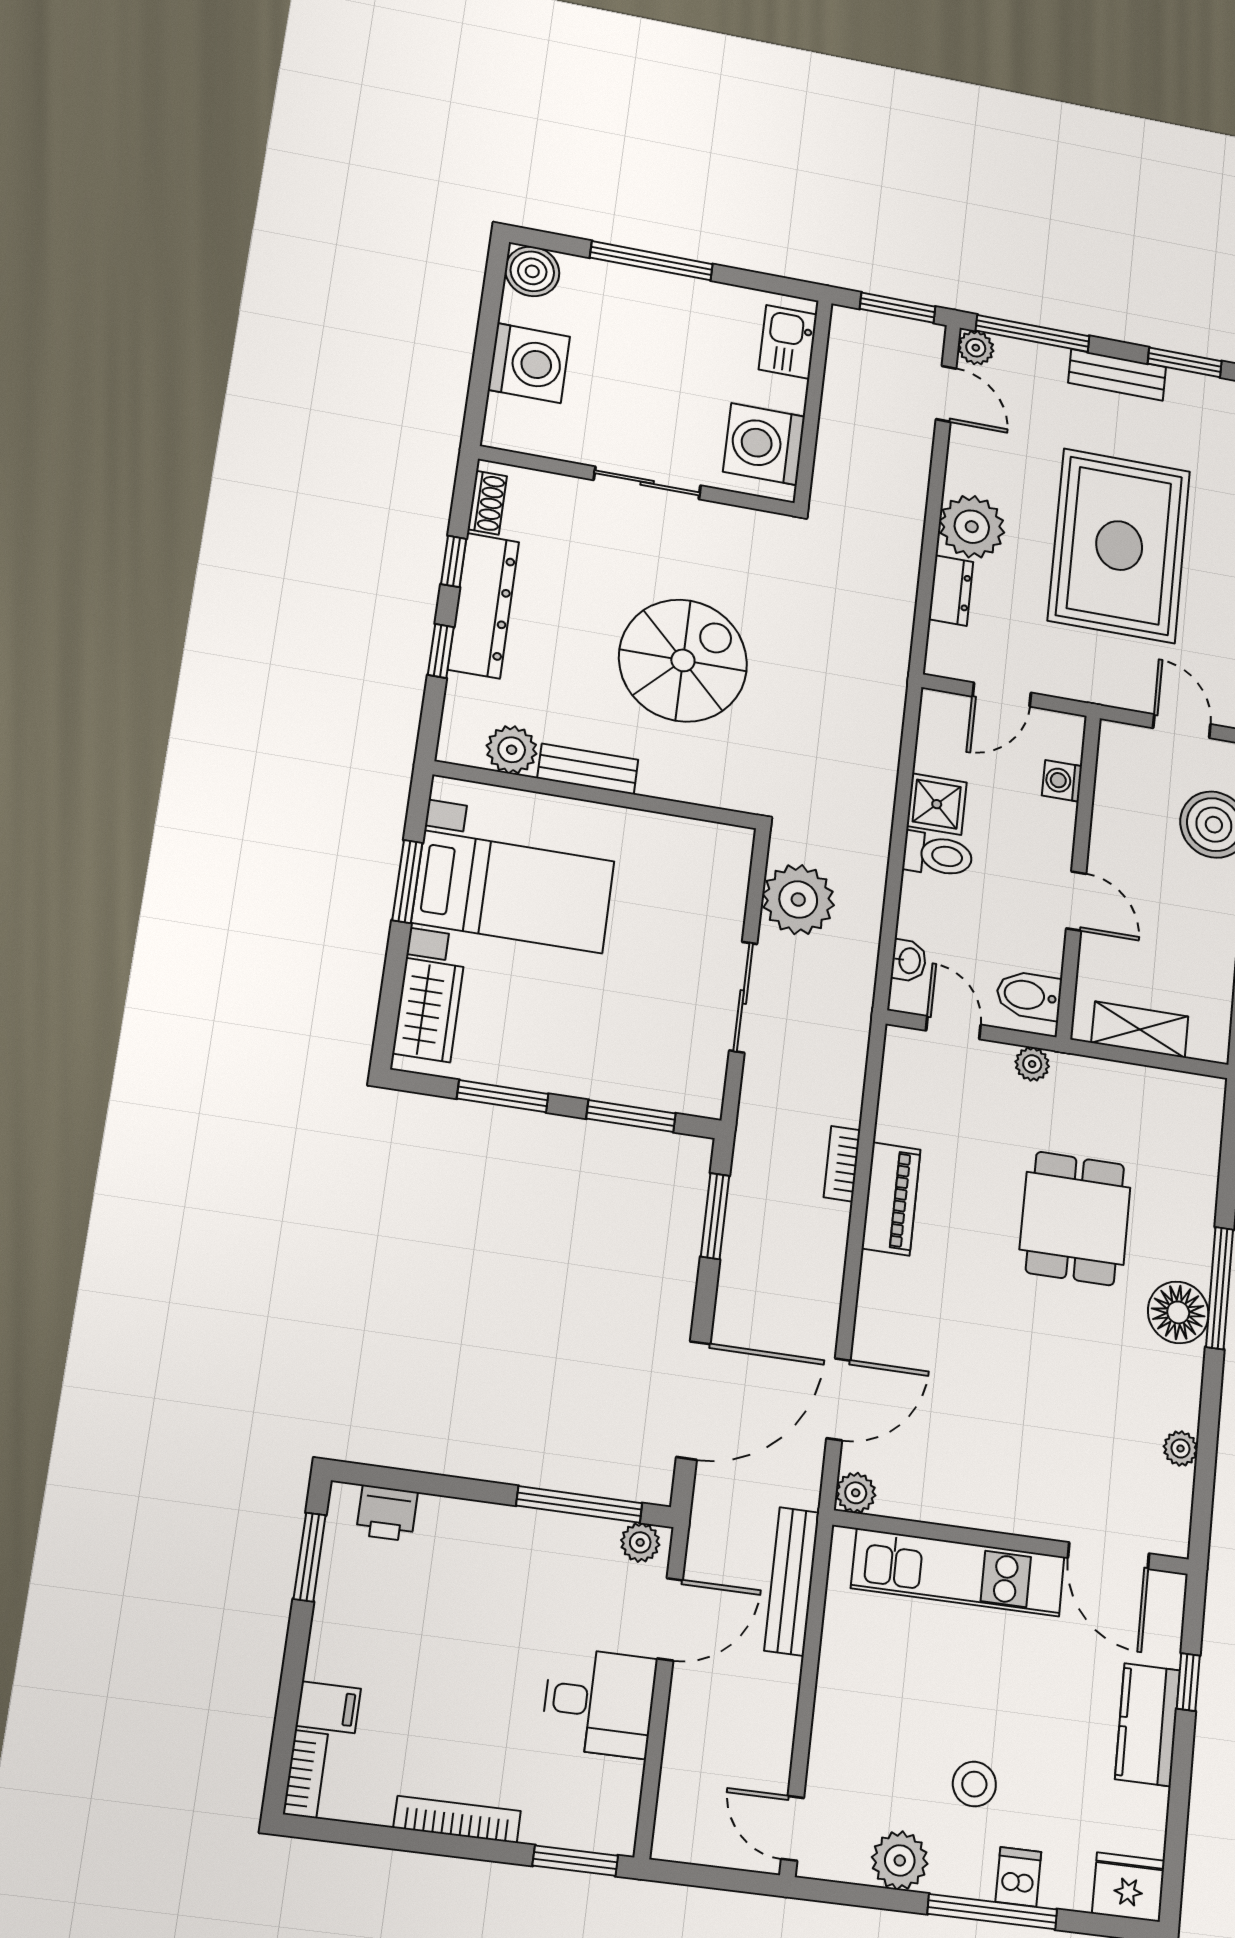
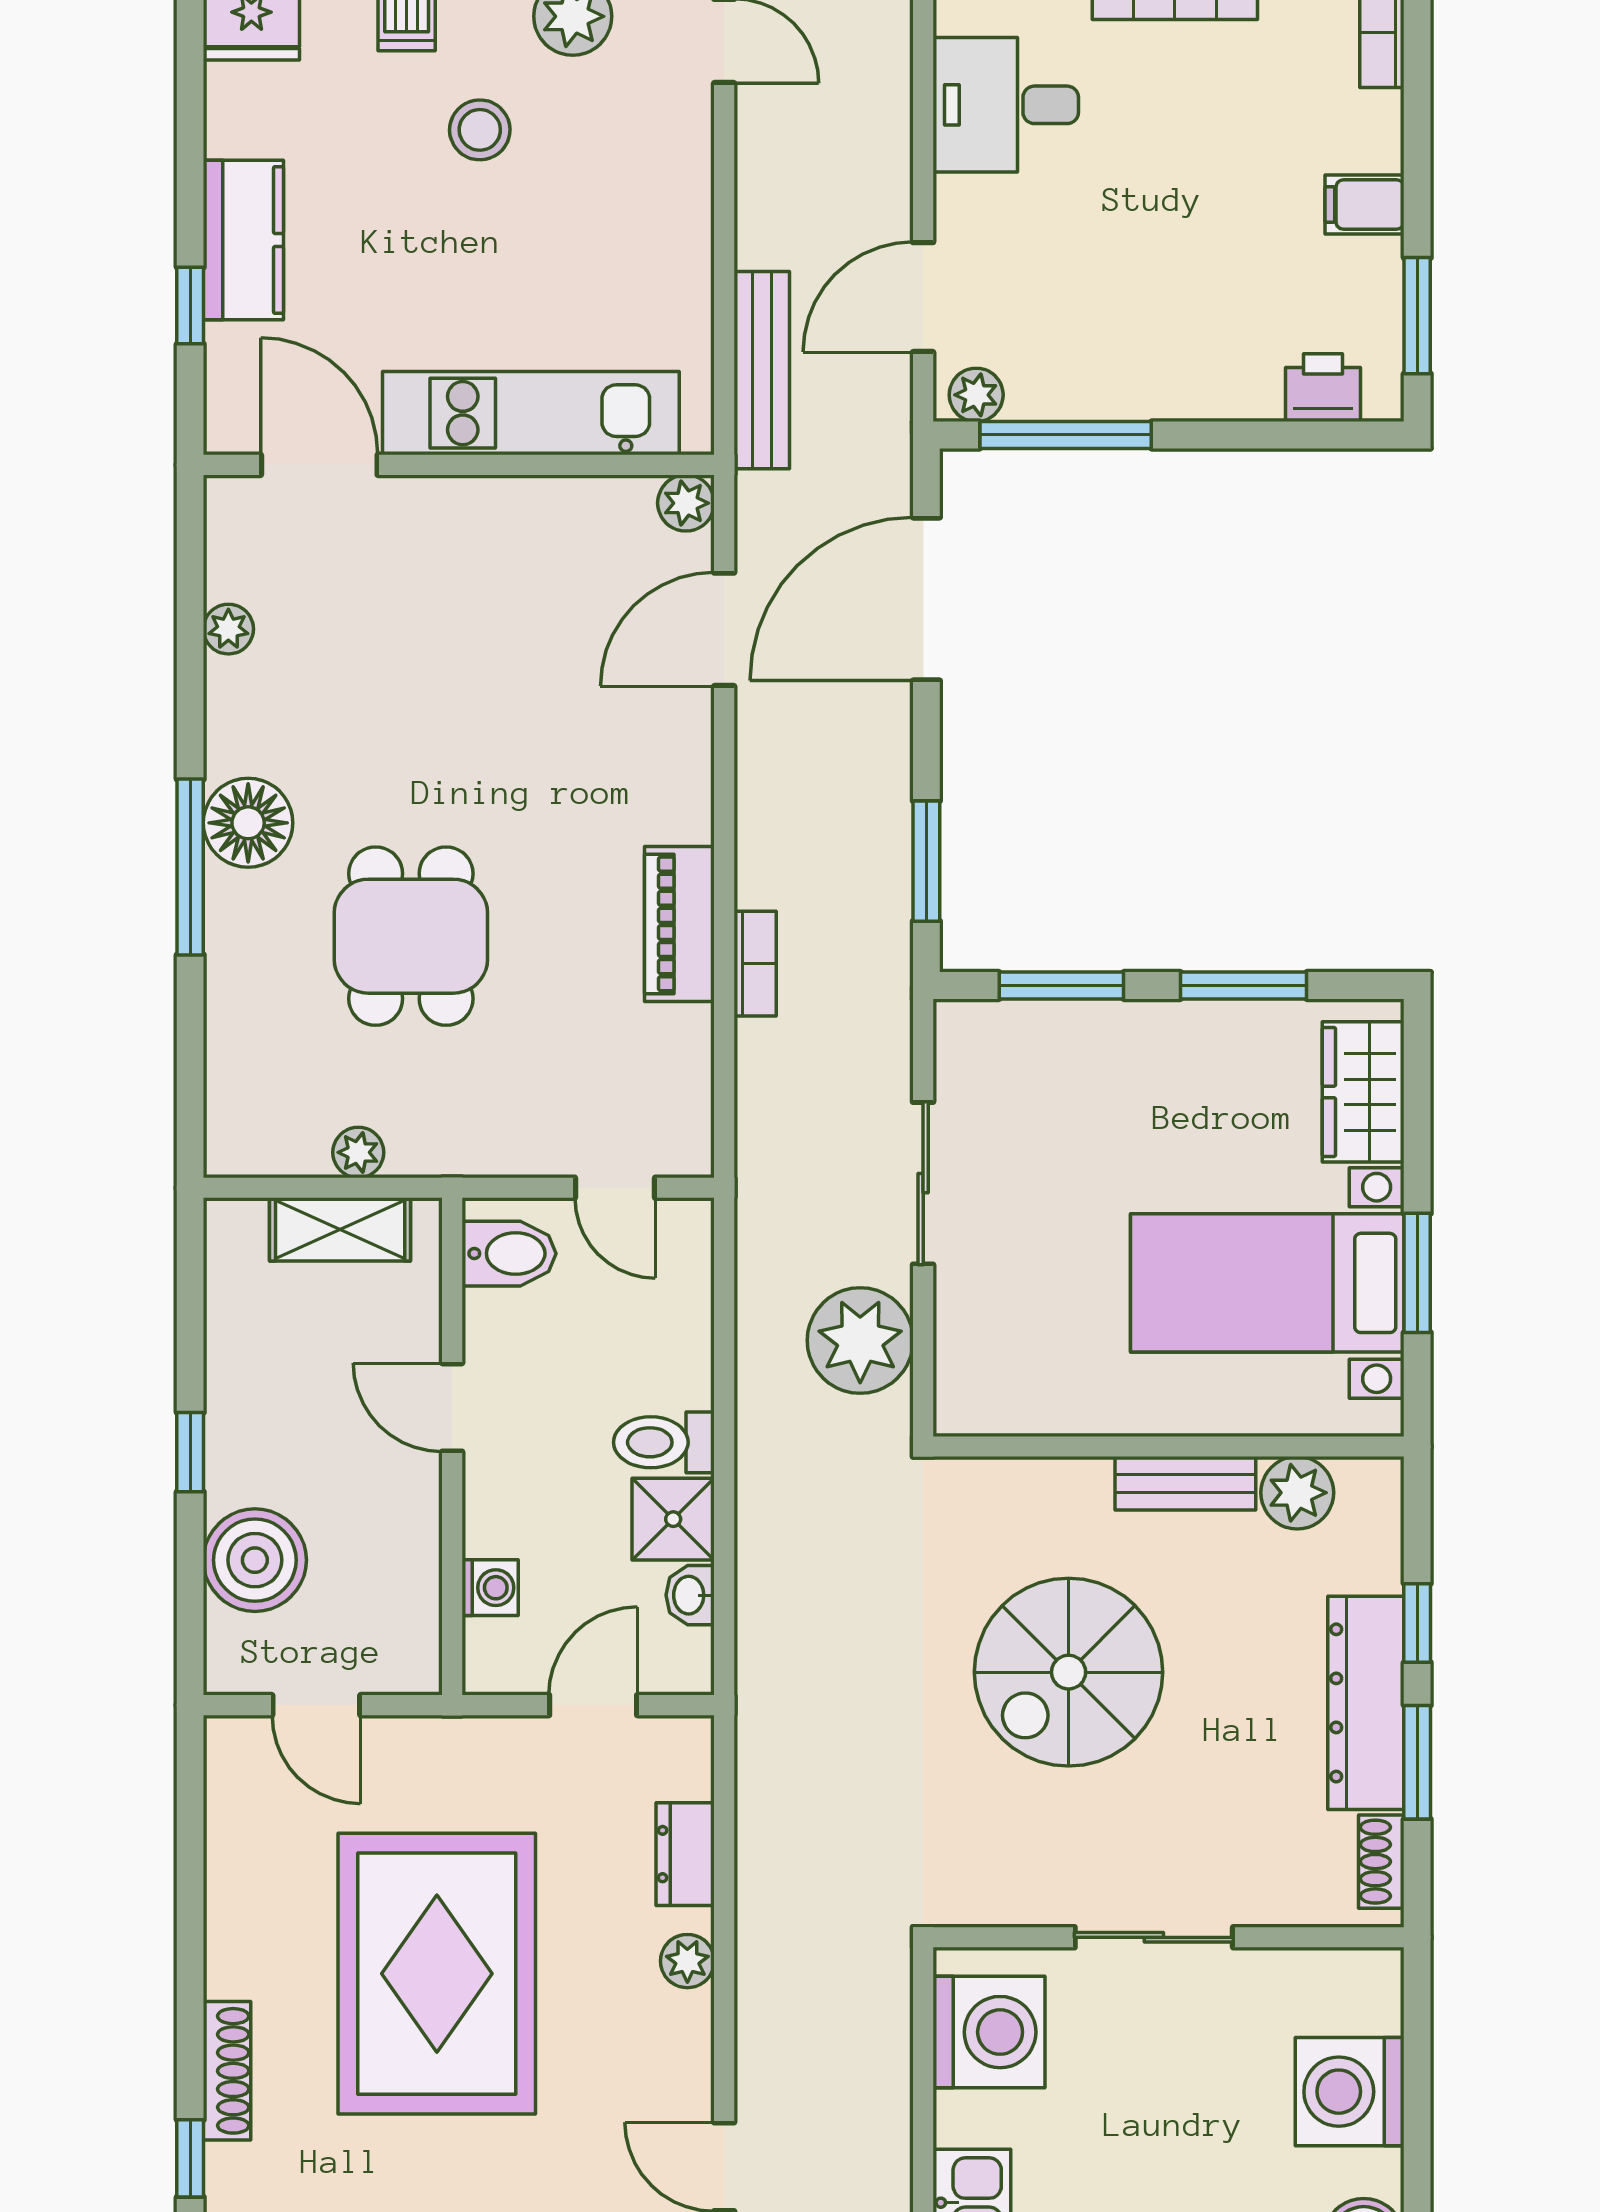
plant: (972, 527) -> (687, 1961), width x0.53, depth x0.53
window: (454, 561) -> (1417, 1762), width x1.50
washbasin: (909, 961) -> (690, 1595), moved
plant: (1032, 1064) -> (358, 1152), moved
desk: (599, 1702) -> (1006, 105), moved
filing cabinet: (328, 1707) -> (1365, 205), moved

